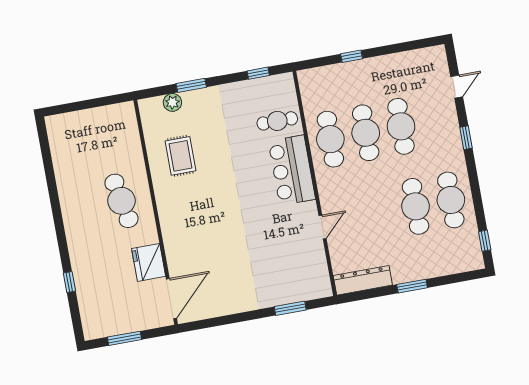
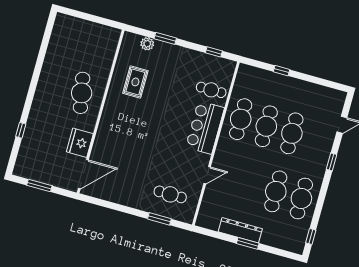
cafe table: (289, 272) -> (170, 194), added
dresser: (363, 280) -> (240, 230), moved

